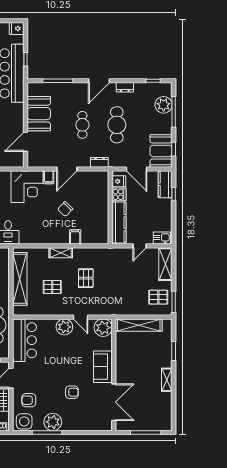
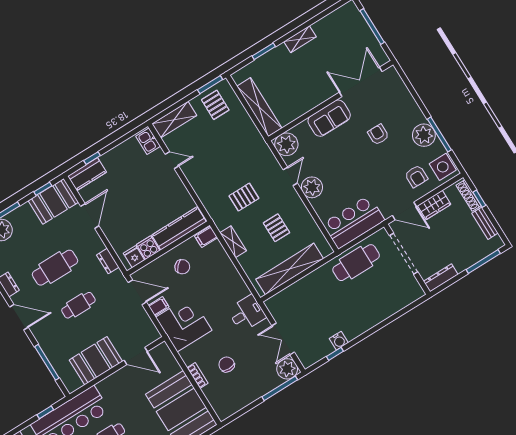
fridge: (119, 181) -> (134, 257), moved
cooker: (119, 194) -> (148, 248), moved
wall: (110, 207) -> (168, 248), moved
kitchen counter: (119, 223) -> (179, 228), moved

